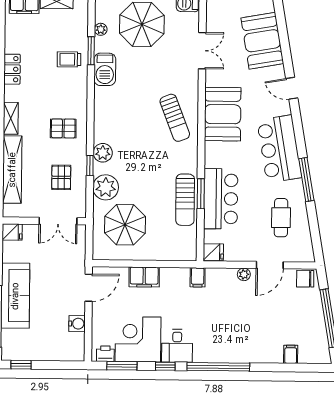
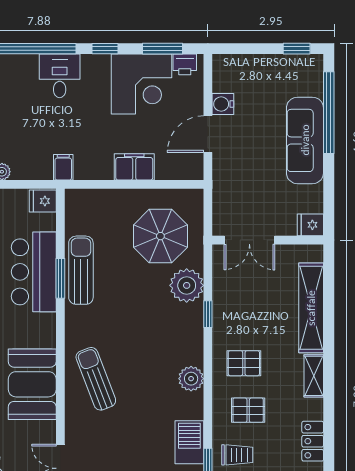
plant: (103, 153) -> (191, 379), moved
pallet: (61, 177) -> (248, 410), moved, turned 90
double door: (58, 221) -> (249, 240), swing flipped
door: (89, 288) -> (208, 134), moved
desk: (177, 346) -> (60, 76), moved

